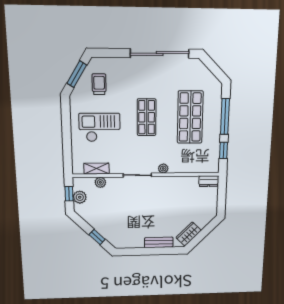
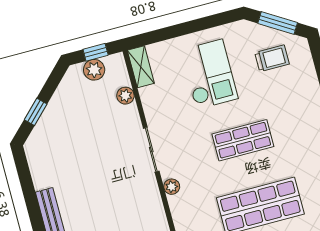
shelving: (96, 169) -> (141, 67), moved

